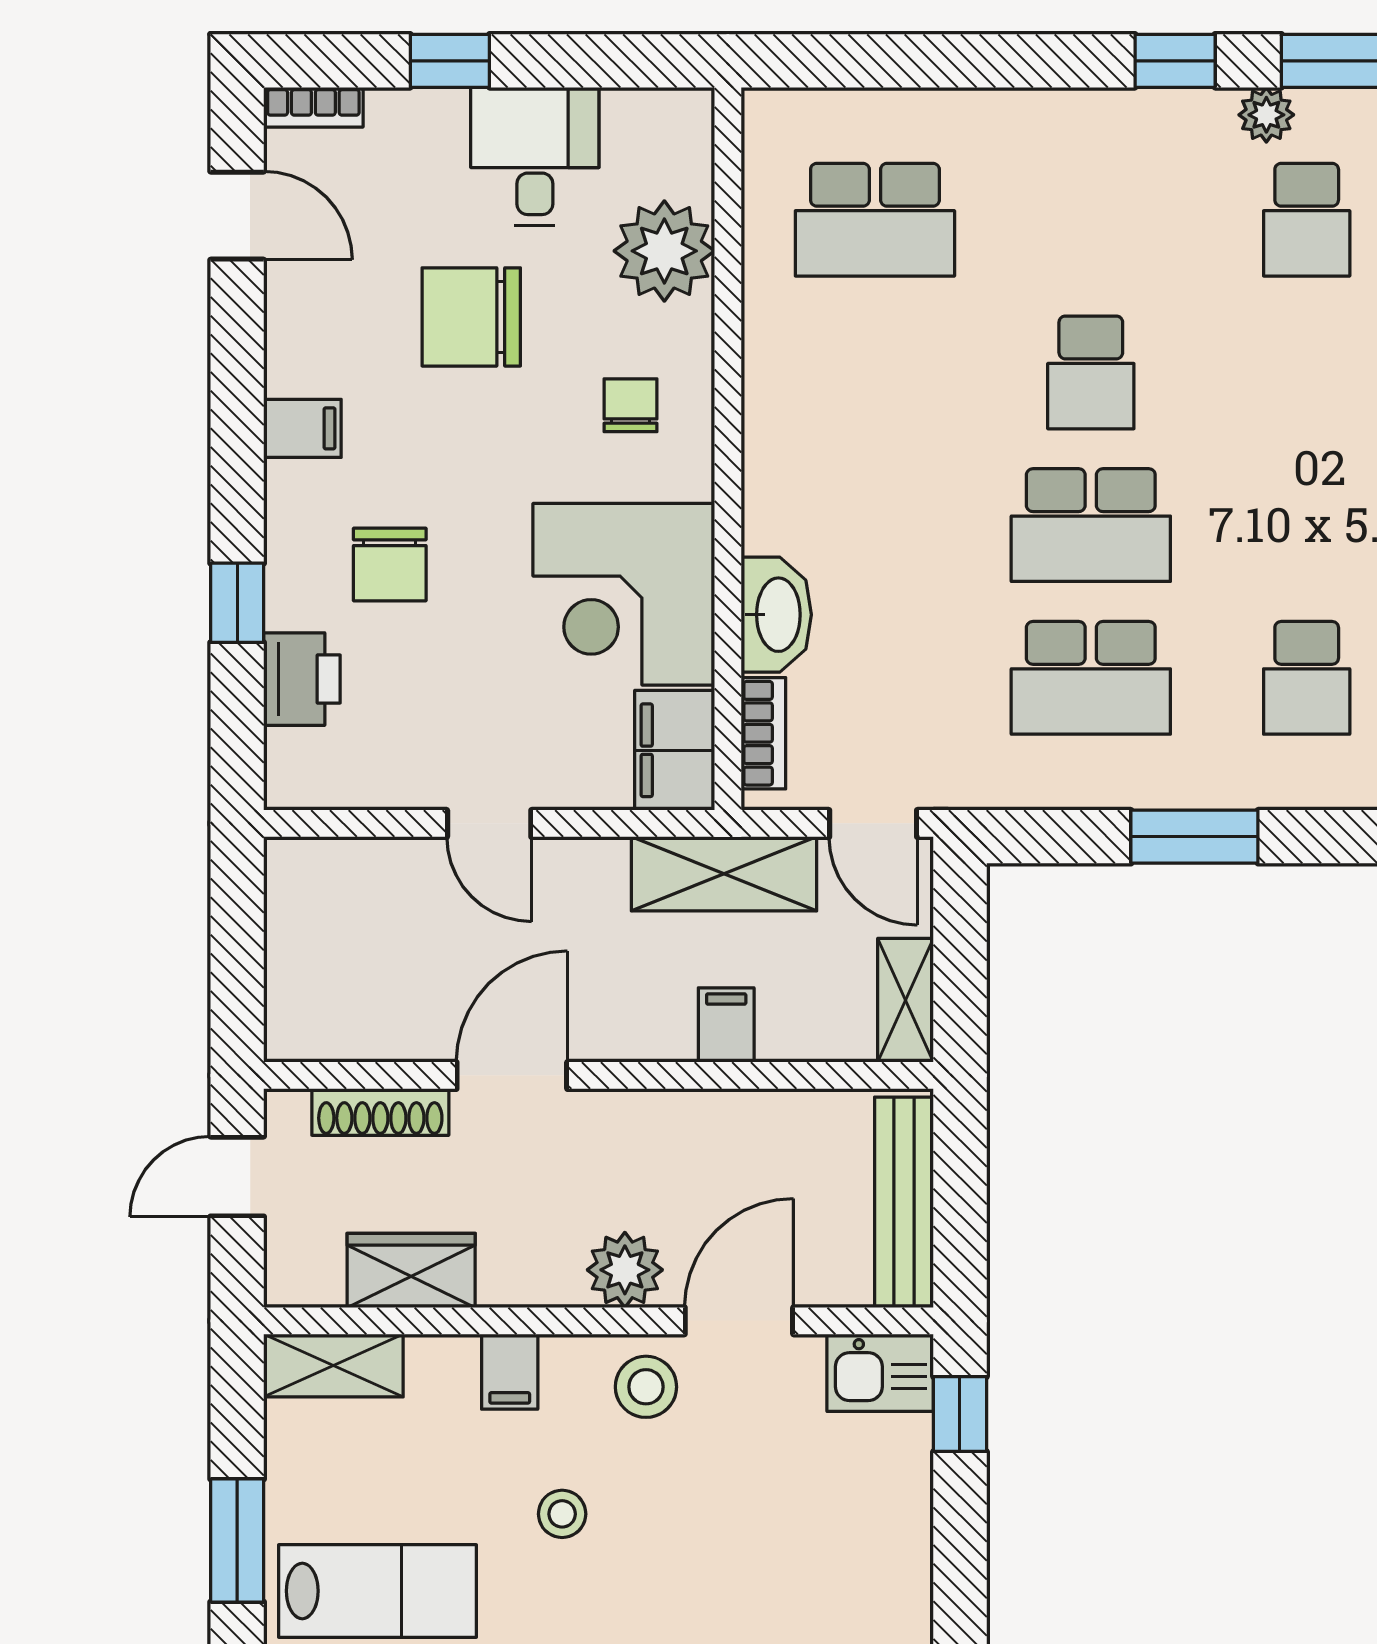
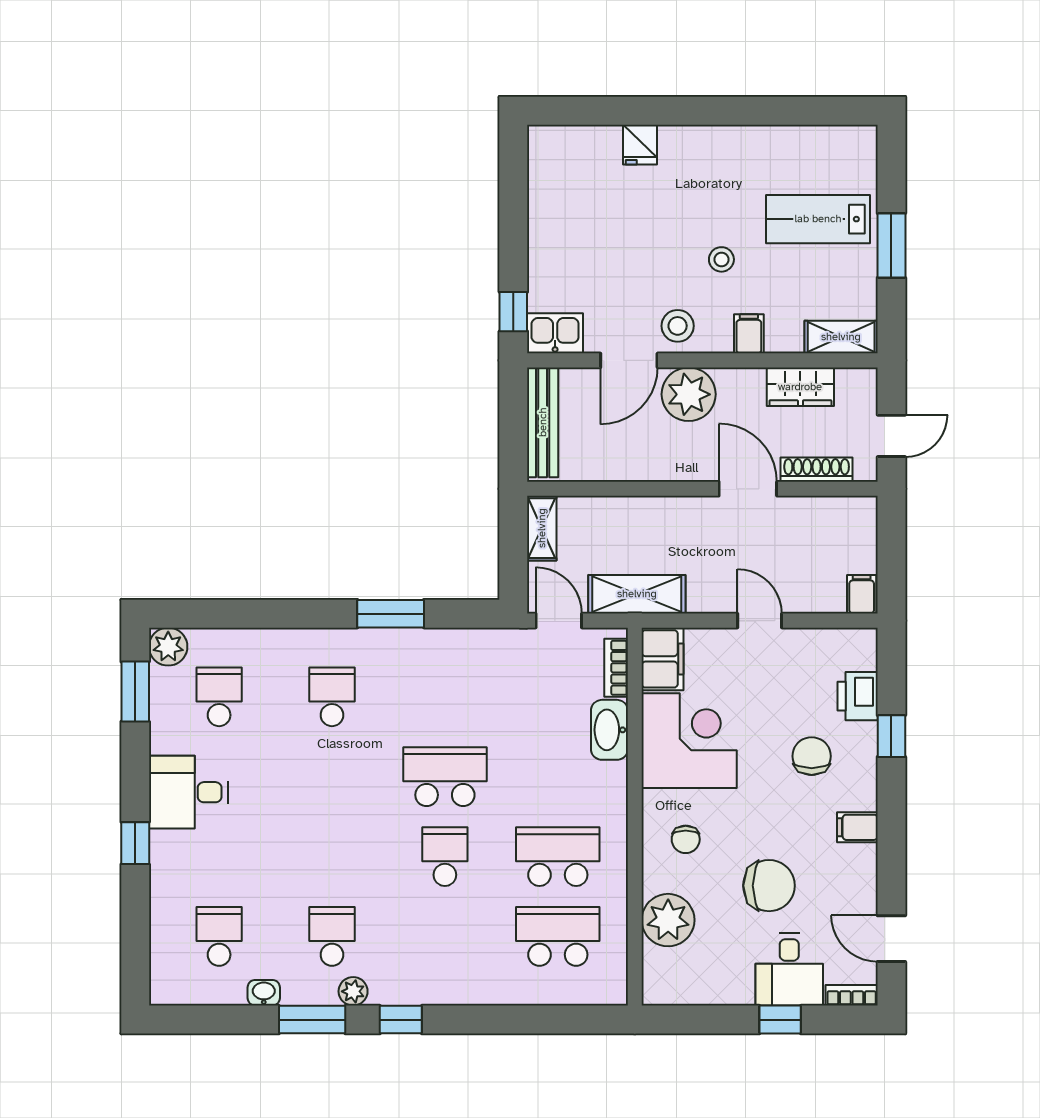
desk: (535, 156) -> (789, 970), moved
school desk: (1091, 678) -> (558, 857), moved
filing cabinet: (726, 1025) -> (862, 594), moved, turned 180
door: (512, 1075) -> (748, 489), swing flipped
plant: (625, 1270) -> (689, 394), width x1.36, depth x1.36

